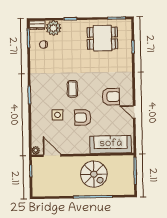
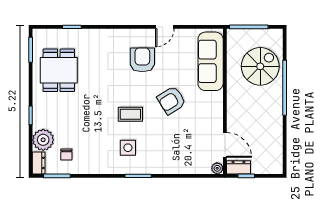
side table: (57, 115) -> (128, 148), moved
armchair: (83, 118) -> (172, 100), turned 58
door: (52, 155) -> (225, 145), swing flipped
dresser: (37, 165) -> (238, 167), added
spiral stairs: (94, 174) -> (260, 66), moved

